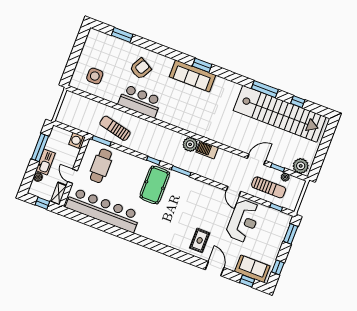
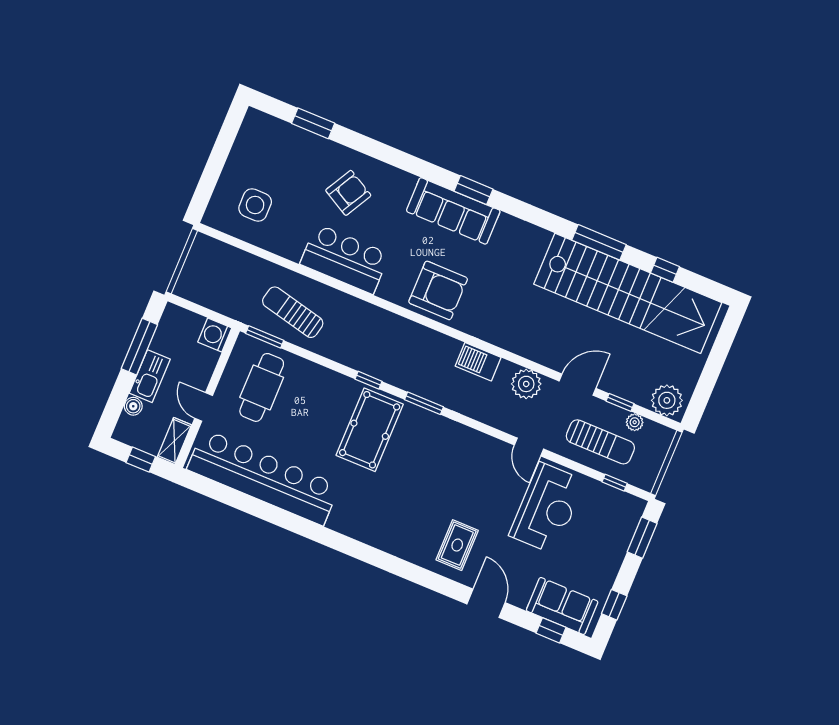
armchair: (186, 115) -> (438, 290), added
plant: (190, 144) -> (526, 384), moved

